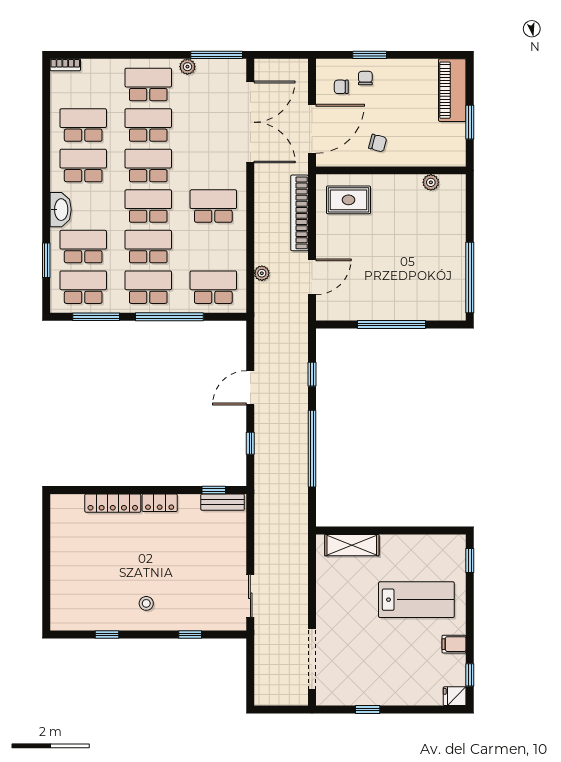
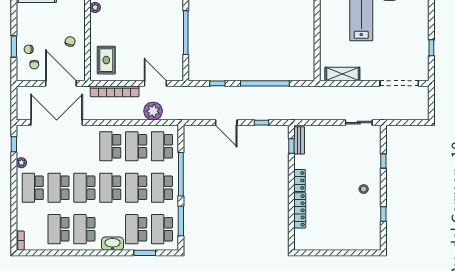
window: (217, 55) -> (14, 144), width x0.46
school desk: (213, 247) -> (136, 146), added
plant: (262, 273) -> (153, 111), width x1.88, depth x1.88
shelving: (352, 545) -> (342, 74), moved, turned 90

